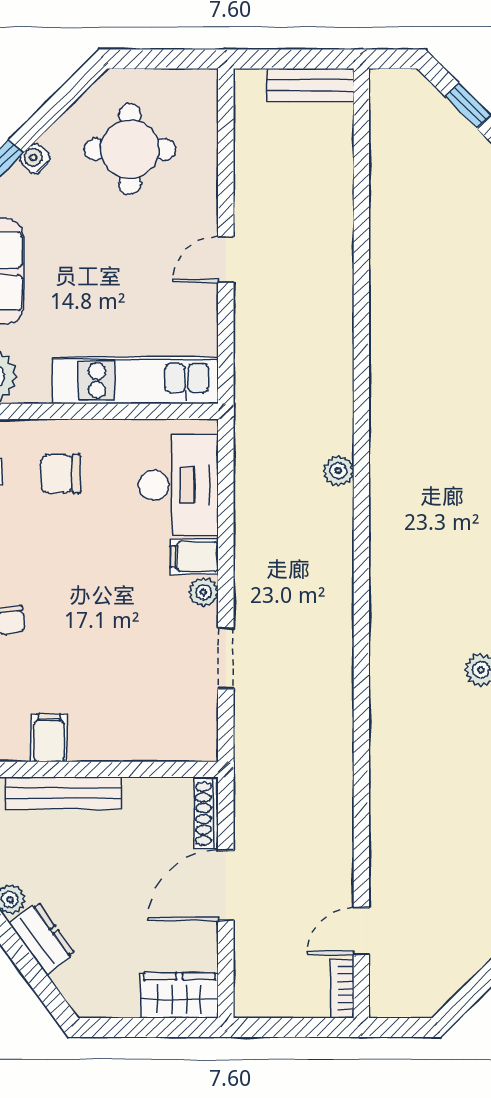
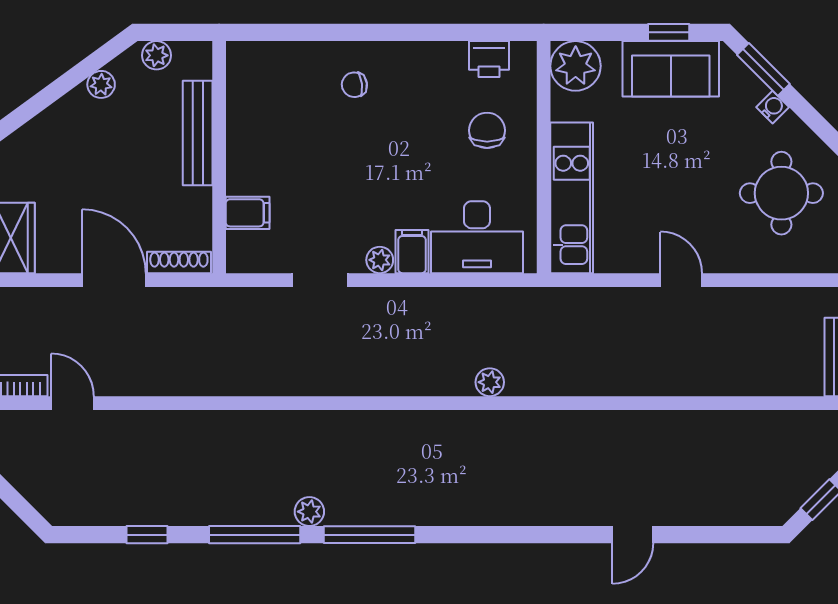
filing cabinet: (49, 738) -> (248, 213), moved
dresser: (42, 938) -> (66, 114), removed

